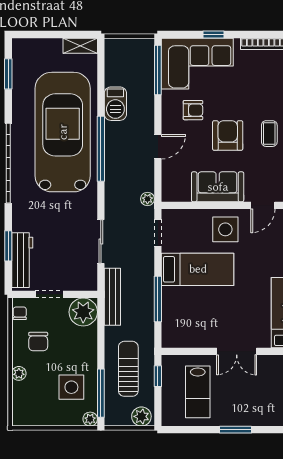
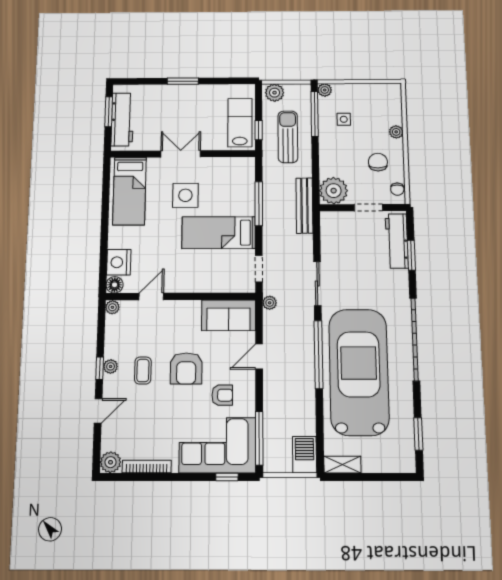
window: (214, 34) -> (227, 477), moved
barbecue: (115, 104) -> (305, 455), moved
armchair: (193, 110) -> (222, 395), turned 180
car: (63, 132) -> (359, 372), turned 180
sofa: (218, 187) -> (229, 315), moved
side table: (225, 229) -> (185, 195), moved
sliding door: (101, 241) -> (317, 284), moved
sun lounger: (128, 369) -> (288, 137), turned 180
side table: (71, 387) -> (344, 119), width x0.54, depth x0.54
lab bench: (198, 392) -> (240, 123), moved

